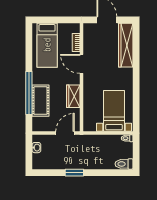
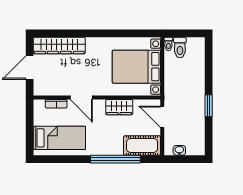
door: (81, 64) -> (81, 97), hinge flipped
cot: (41, 101) -> (142, 145), moved
bed with nightstands: (114, 111) -> (136, 67), width x1.36
toilet: (124, 164) -> (180, 48), moved

